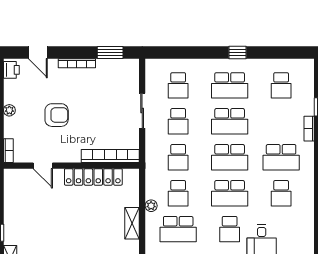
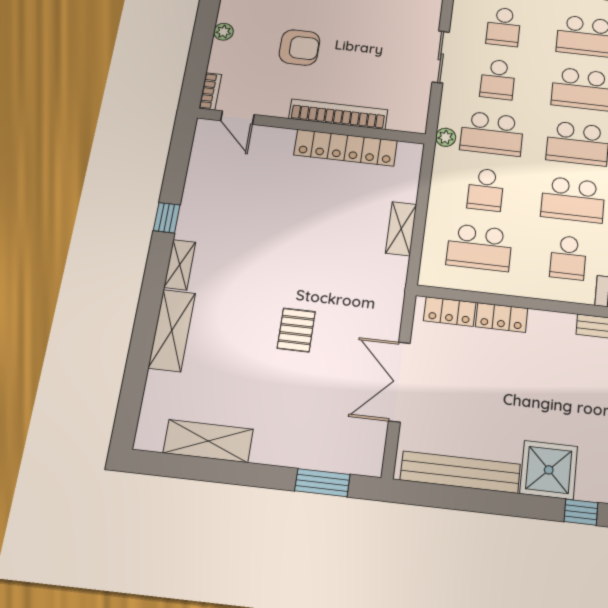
bookcase: (110, 156) -> (338, 114), moved
school desk: (178, 157) -> (492, 134), width x1.85
door: (43, 166) -> (237, 118), moved
plant: (151, 206) -> (446, 137), moved

